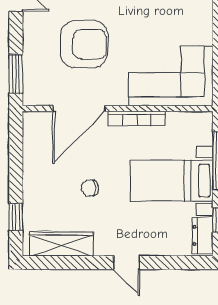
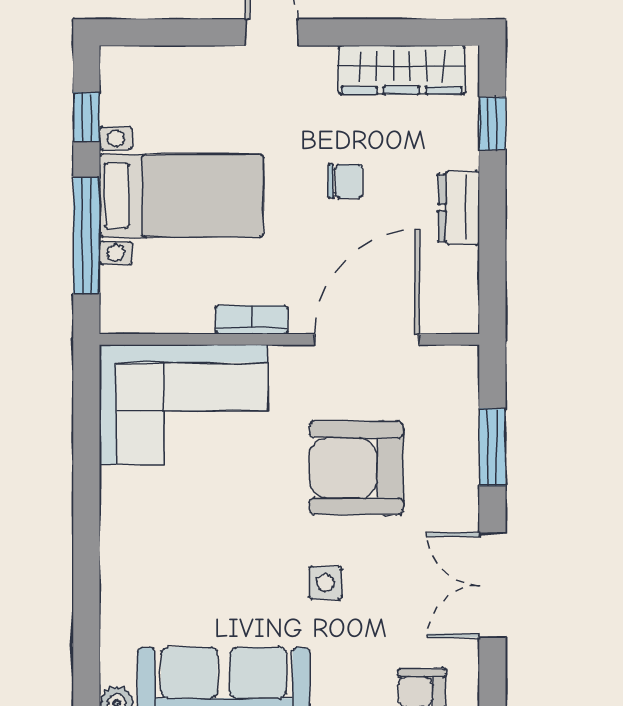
window: (16, 74) -> (492, 447), moved
bookcase: (137, 118) -> (252, 320), width x0.64
dresser: (203, 236) -> (459, 208), moved, turned 180

